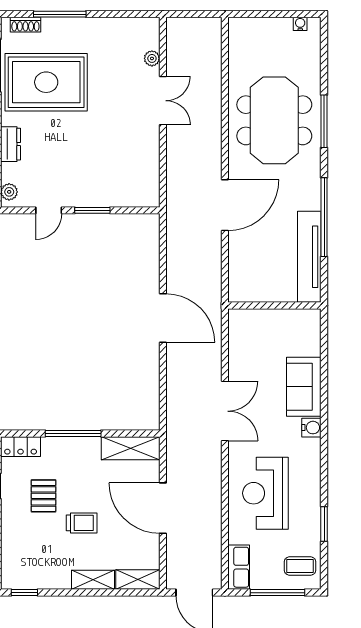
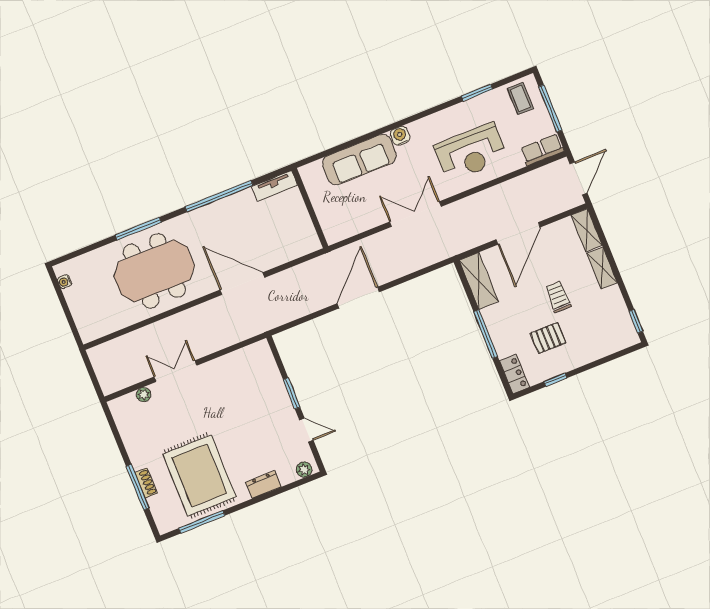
shoe rack: (25, 25) -> (146, 483), moved
tv unit: (309, 257) -> (275, 186), width x0.52, depth x0.78
sofa: (304, 387) -> (359, 160), width x1.36

